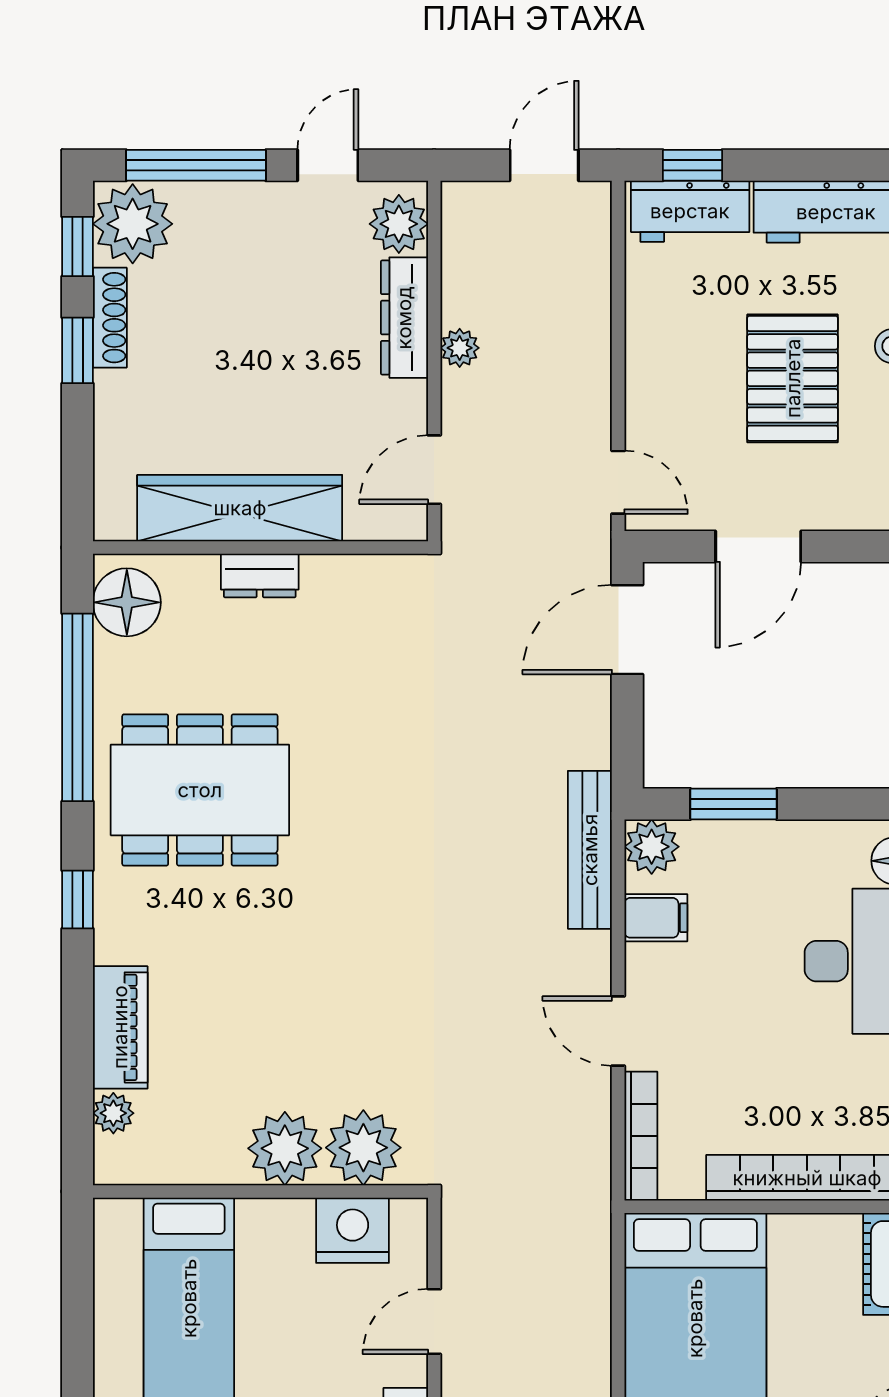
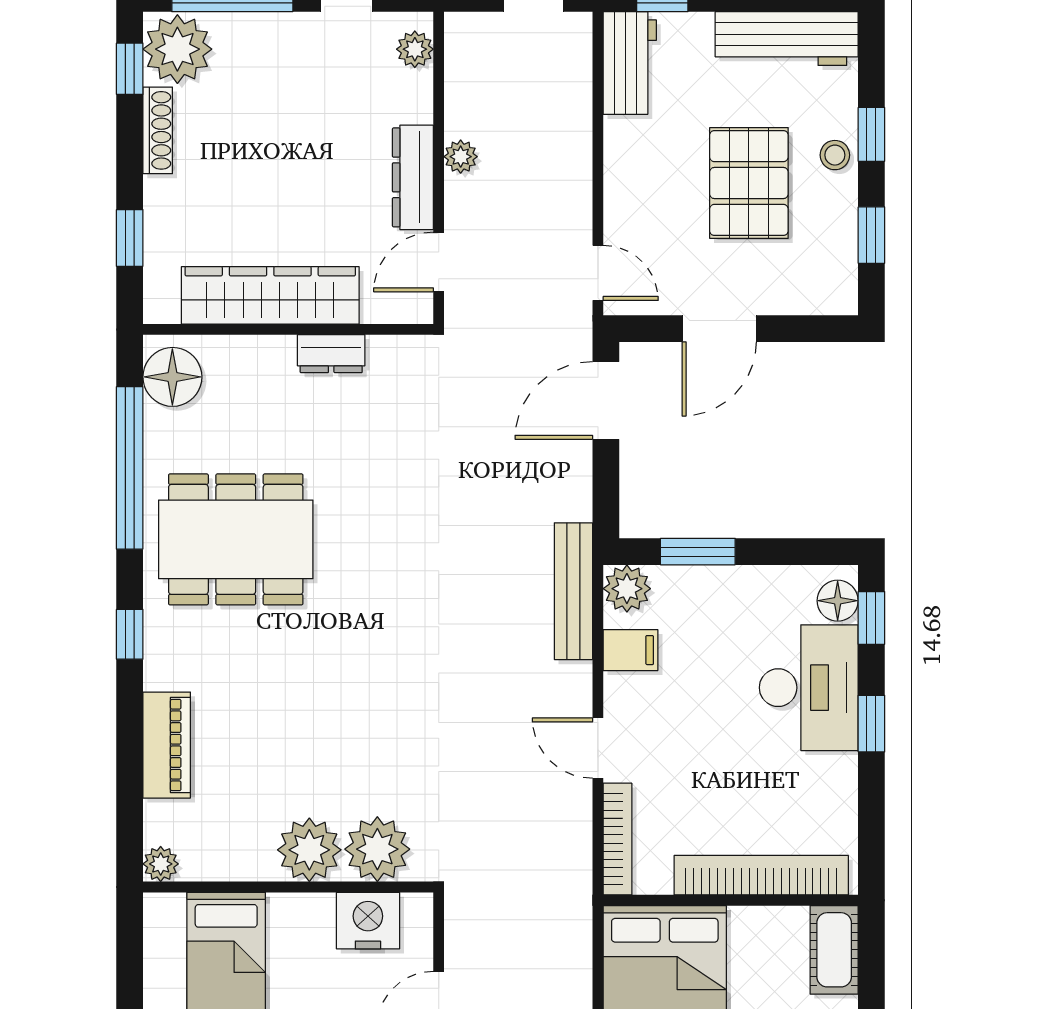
workbench: (690, 211) -> (630, 63), moved, turned -90
plant: (399, 224) -> (415, 49), width x0.73, depth x0.73
dresser: (404, 318) -> (413, 177), moved
window: (77, 350) -> (130, 238), moved
dresser: (260, 576) -> (331, 354), moved
plant: (113, 1113) -> (161, 864), moved

